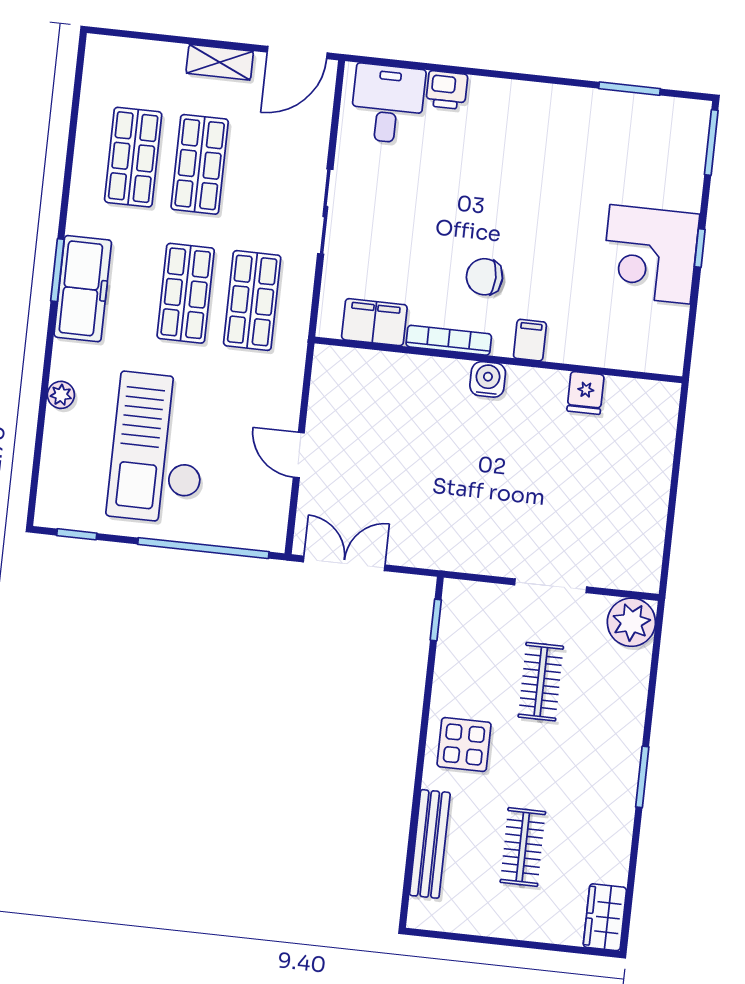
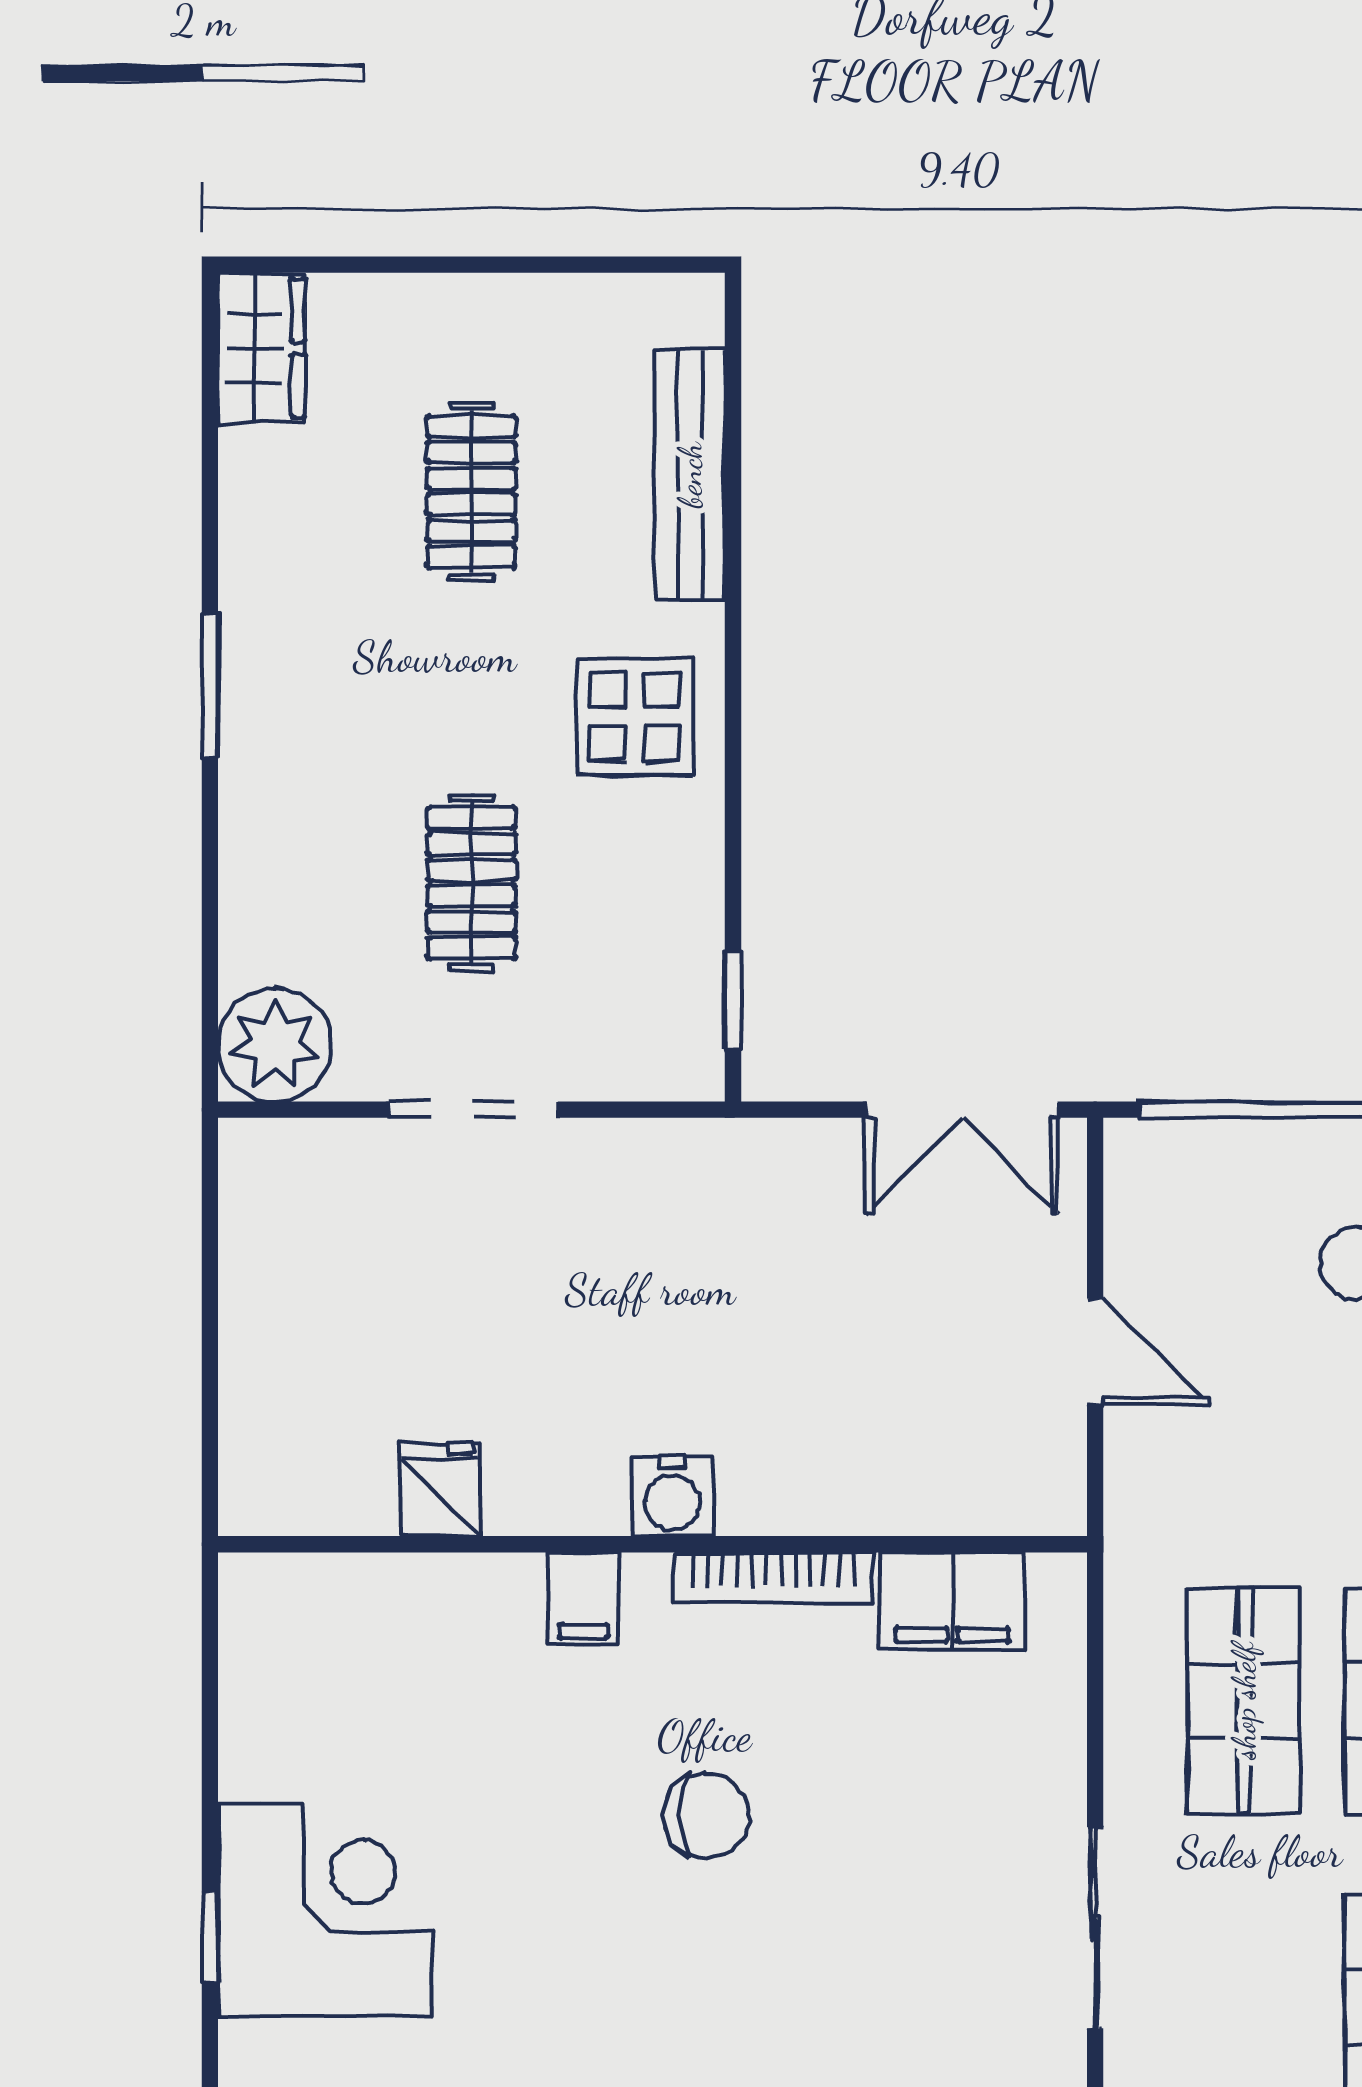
filing cabinet: (374, 322) -> (952, 1601), moved
bookcase: (449, 340) -> (774, 1578), moved
filing cabinet: (530, 340) -> (584, 1599), moved
wall: (498, 360) -> (653, 1544), moved
water cooler: (488, 379) -> (673, 1496), moved
fridge: (585, 393) -> (440, 1489), moved

